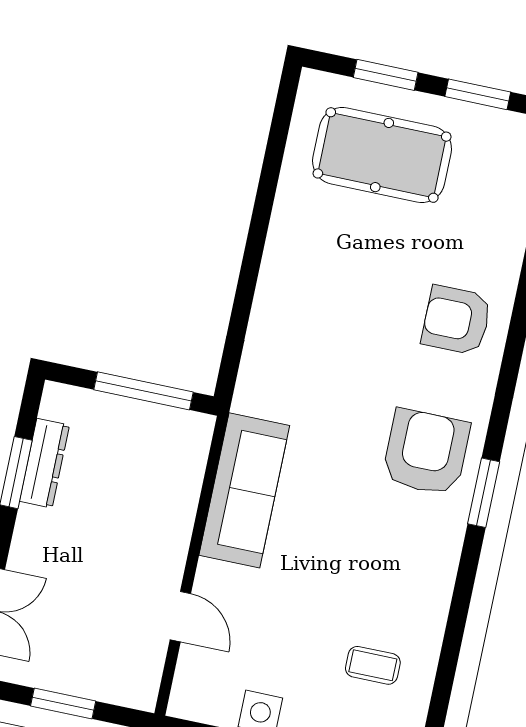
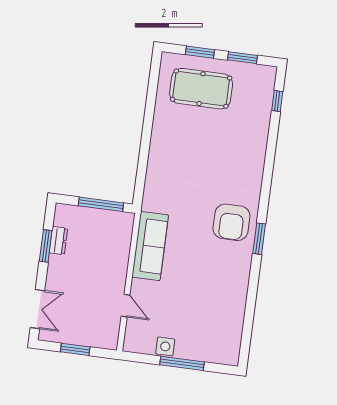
armchair: (456, 320) -> (241, 161), removed
armchair: (426, 452) -> (231, 222), turned 180
dresser: (44, 463) -> (58, 241), width x0.70
coffee table: (373, 665) -> (215, 321), removed

